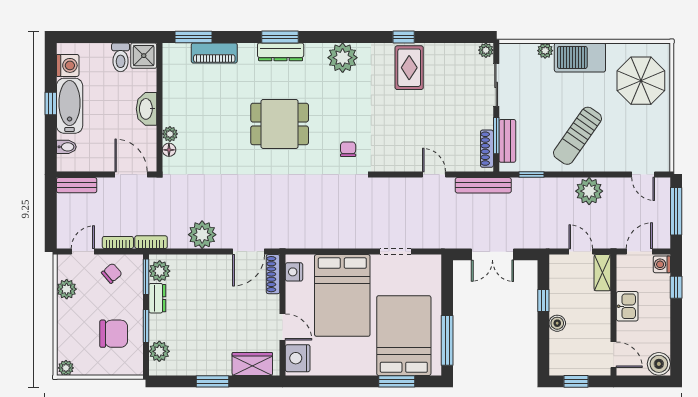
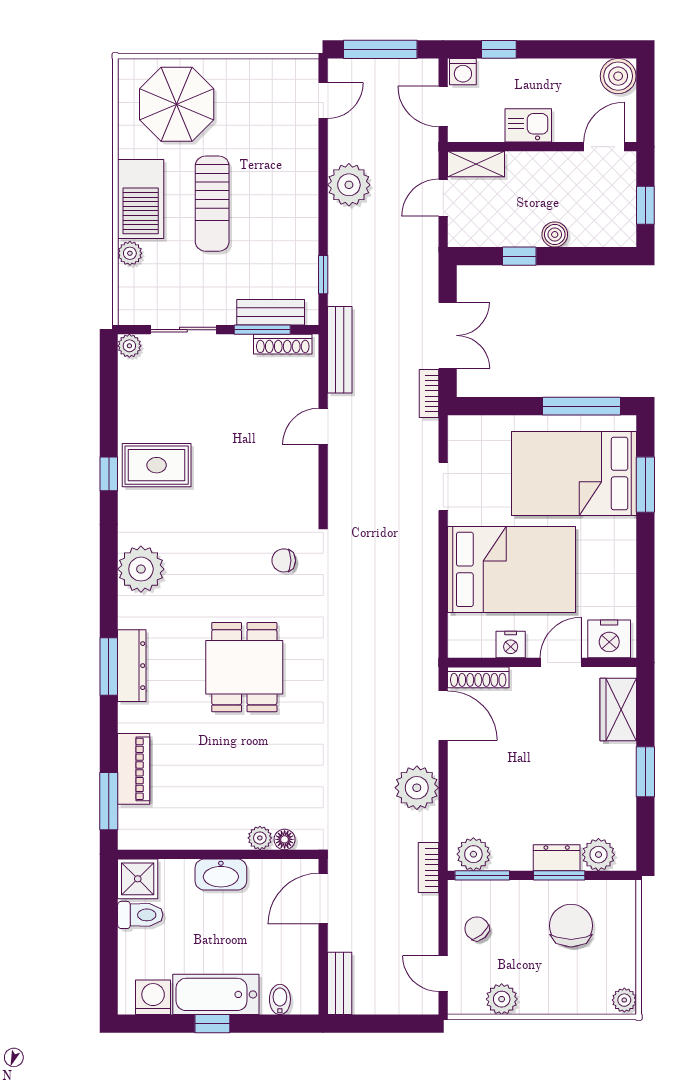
sun lounger: (577, 136) -> (212, 204), moved, turned 55
bookcase: (118, 242) -> (429, 394), moved
nightstand: (294, 272) -> (511, 645), moved
dresser: (157, 298) -> (557, 858), moved

